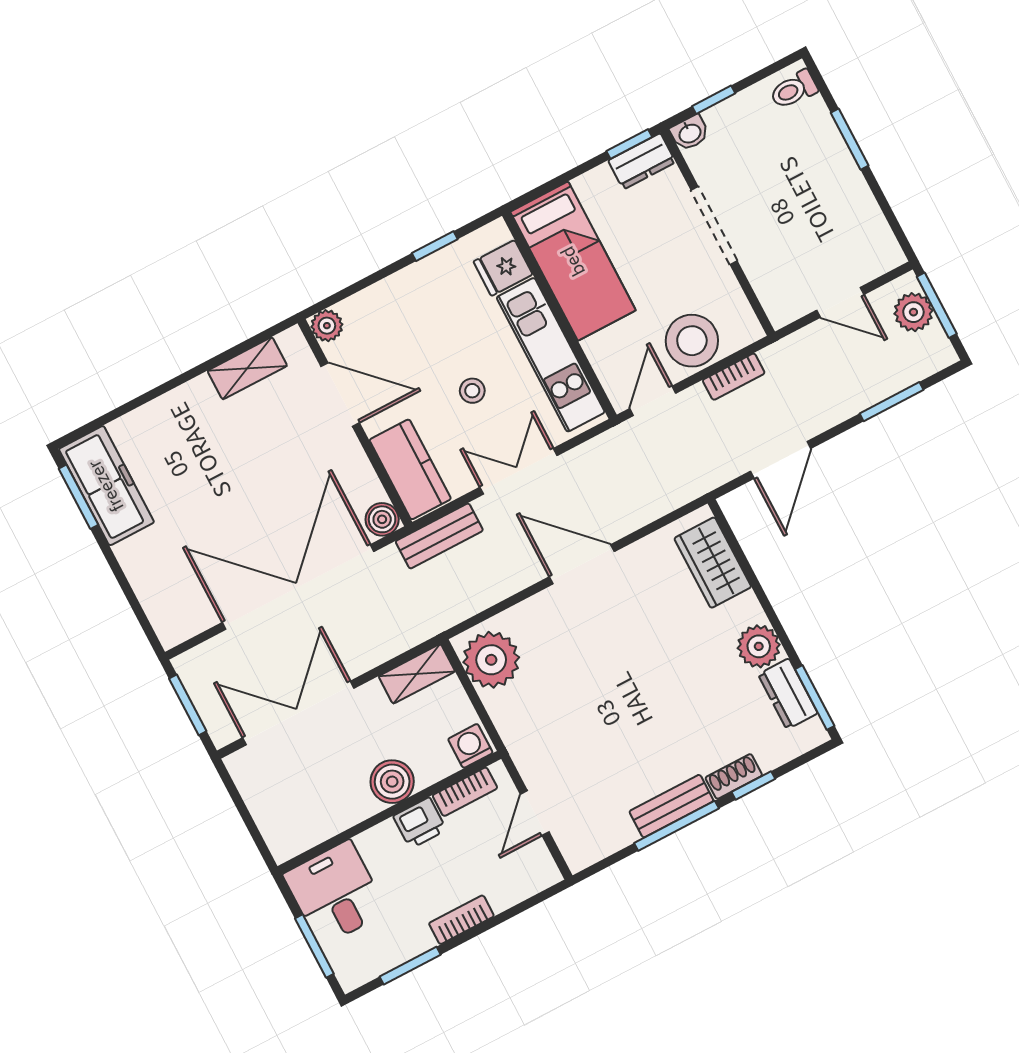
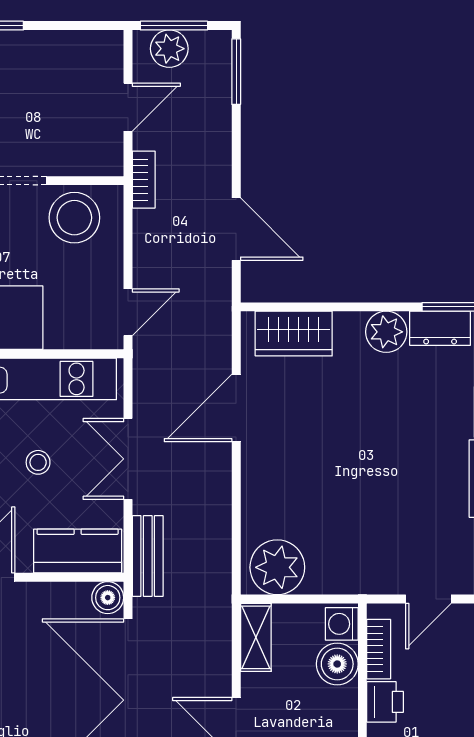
stool: (692, 341) -> (74, 218), moved
bookcase: (734, 377) -> (144, 180), moved
door: (653, 401) -> (128, 312), swing flipped
window: (892, 402) -> (236, 72), moved
door: (582, 564) -> (236, 408), moved
boiler: (392, 782) -> (337, 664), moved
door: (535, 813) -> (428, 599), hinge flipped

